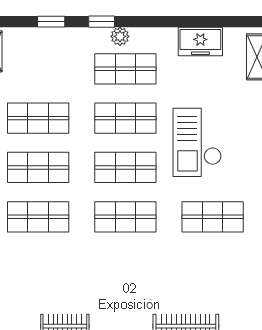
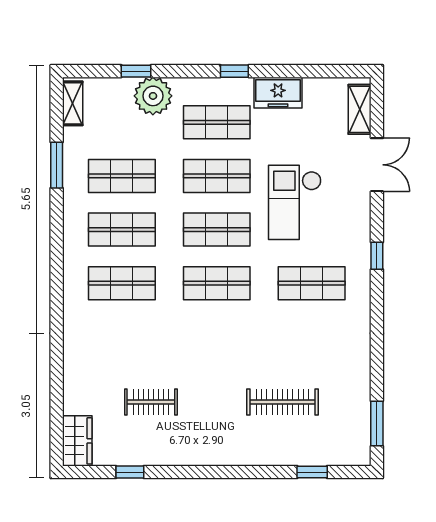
window: (102, 22) -> (234, 71), moved
plant: (120, 36) -> (153, 96), moved, width x1.88, depth x1.88
freezer: (200, 41) -> (278, 93), moved

